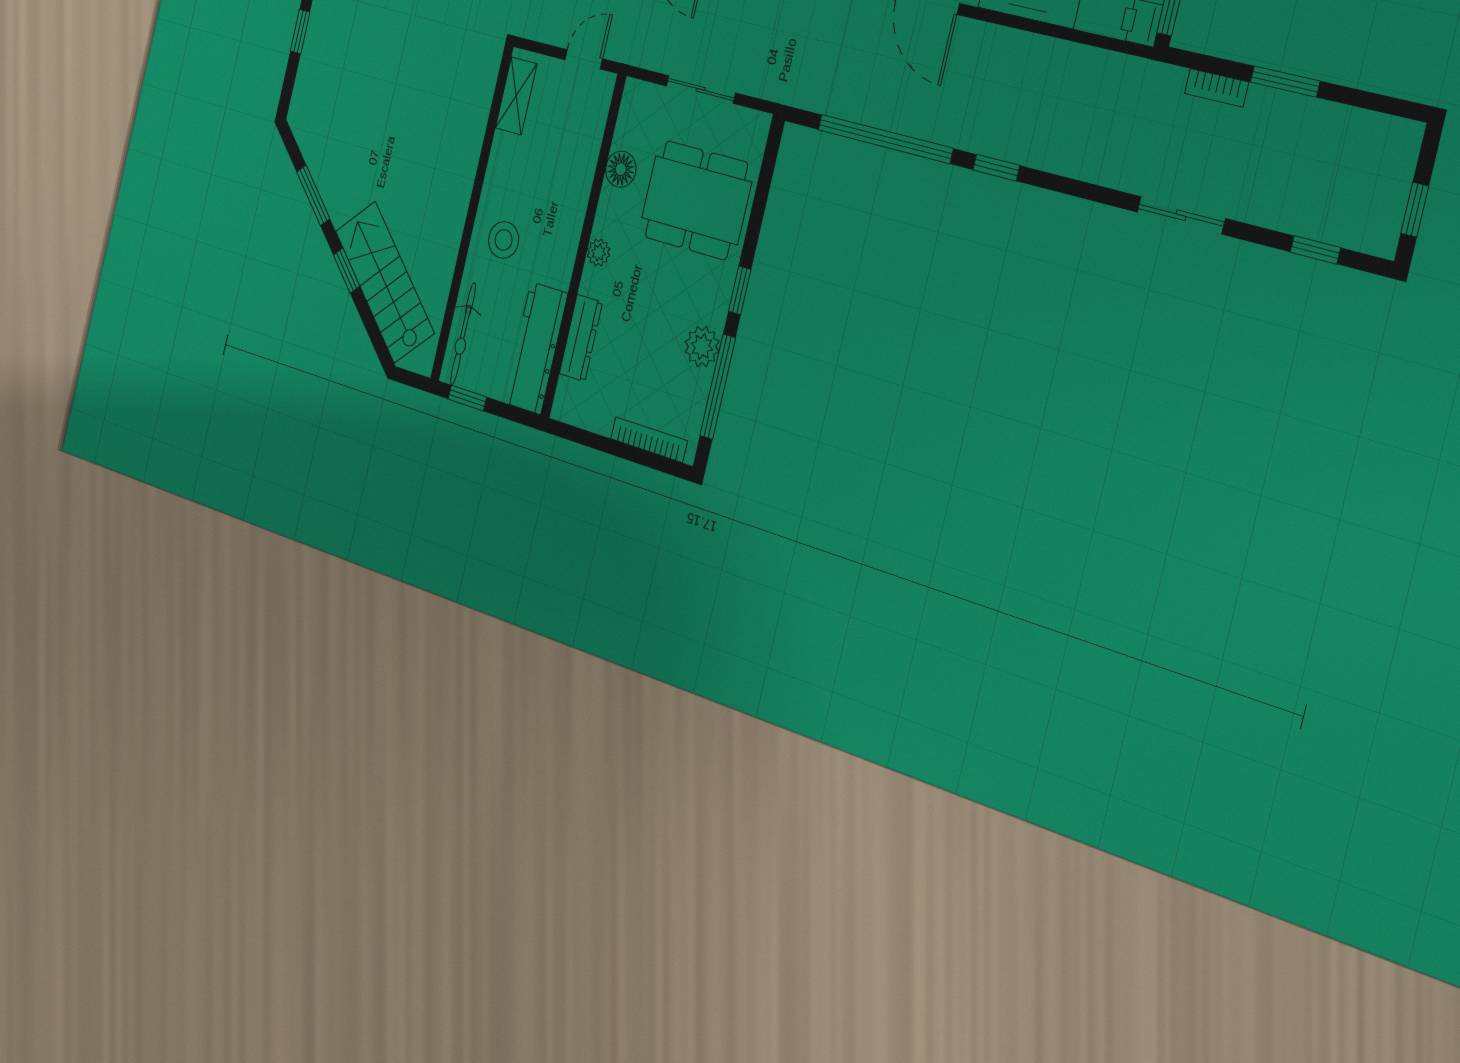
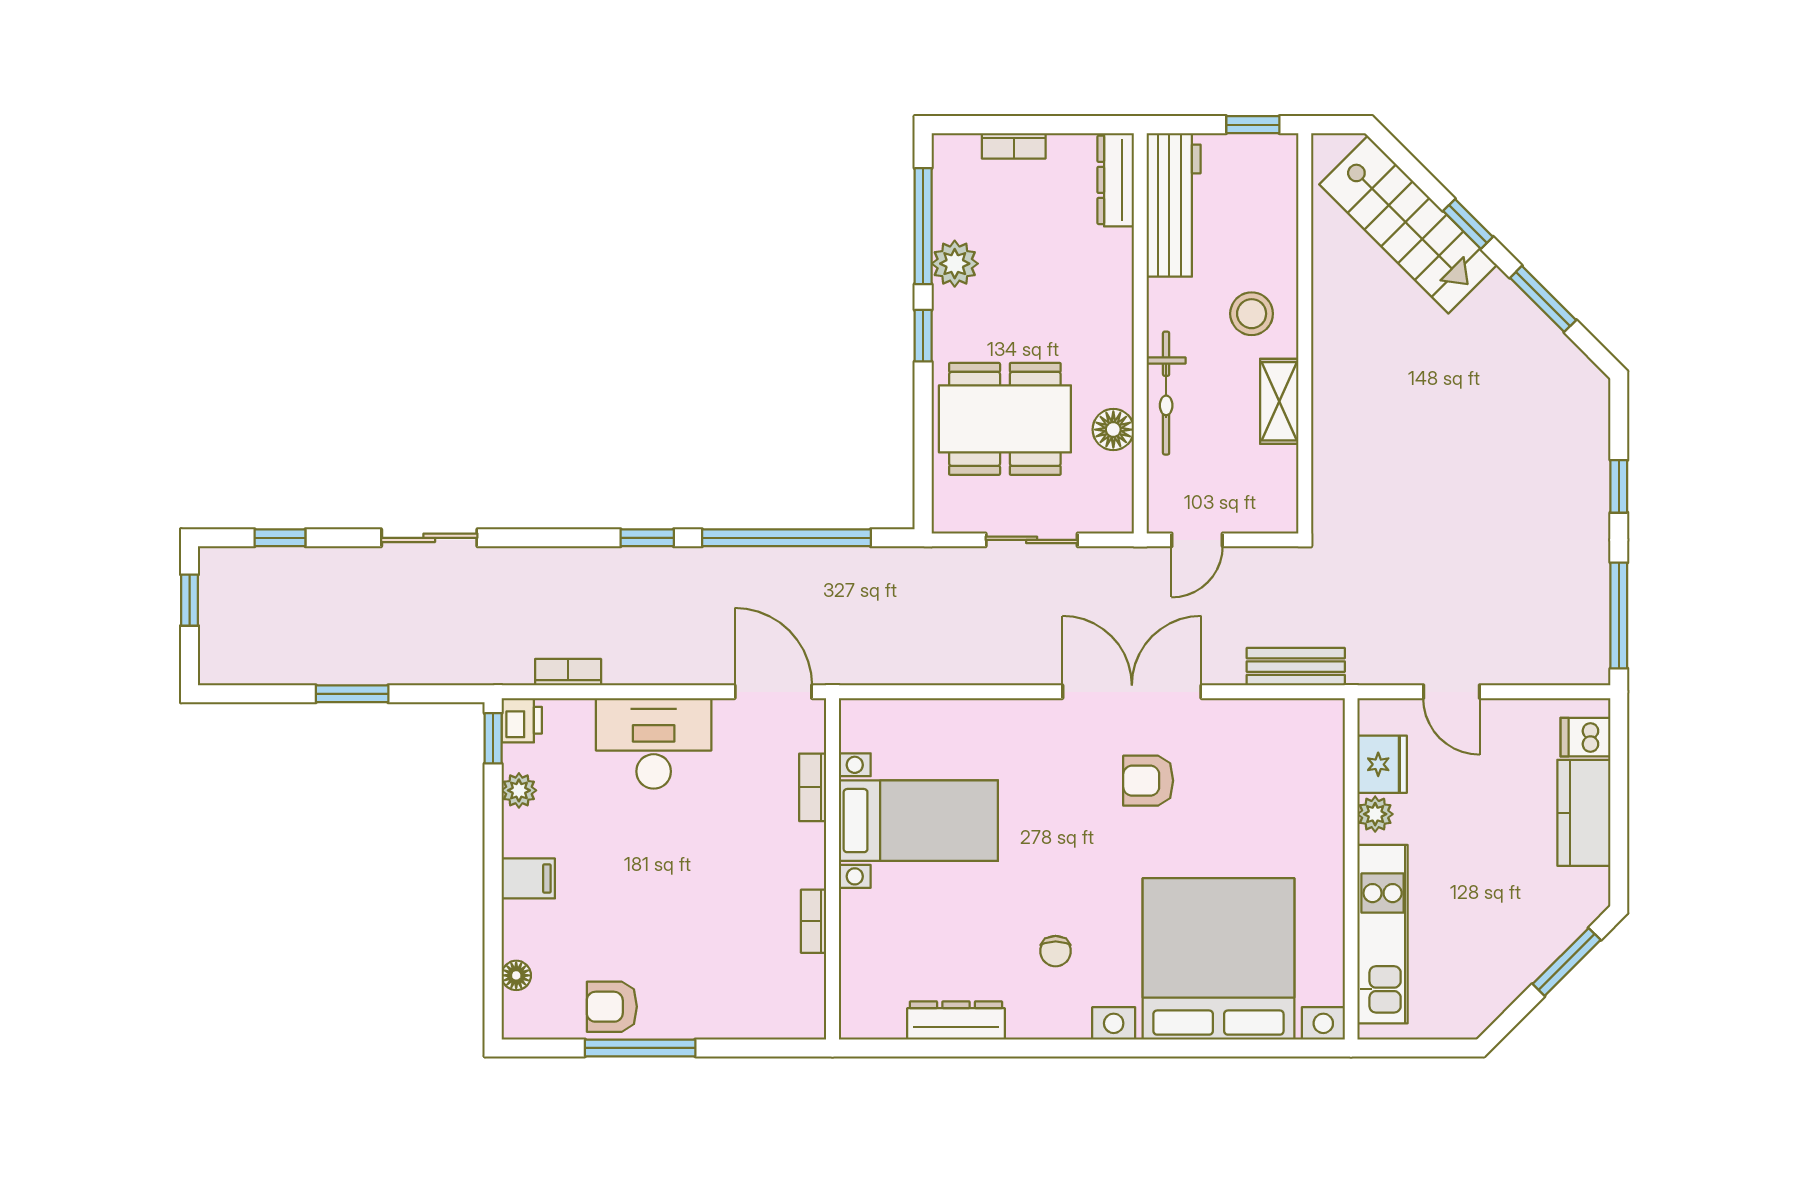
bookcase: (1217, 88) -> (568, 672), moved
shelving: (516, 96) -> (1279, 401), moved
plant: (599, 252) -> (1118, 331), removed
bicycle: (463, 334) -> (1166, 393), moved, turned 180
dresser: (581, 338) -> (1116, 180), moved
bookcase: (649, 440) -> (1014, 146), width x0.64

